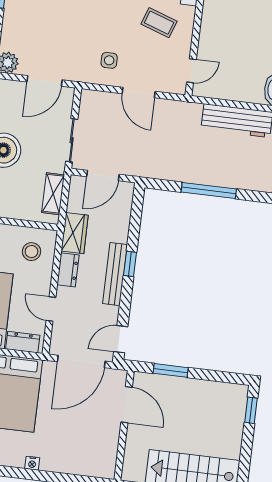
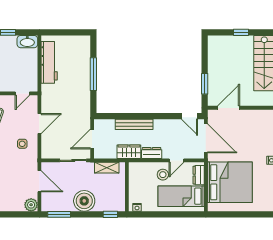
door: (191, 71) -> (22, 93), swing flipped
door: (103, 175) -> (92, 139), swing flipped
stool: (32, 252) -> (163, 175), moved
window: (130, 264) -> (143, 116), removed
bench: (115, 274) -> (134, 124), moved
window: (251, 410) -> (241, 32), moved

